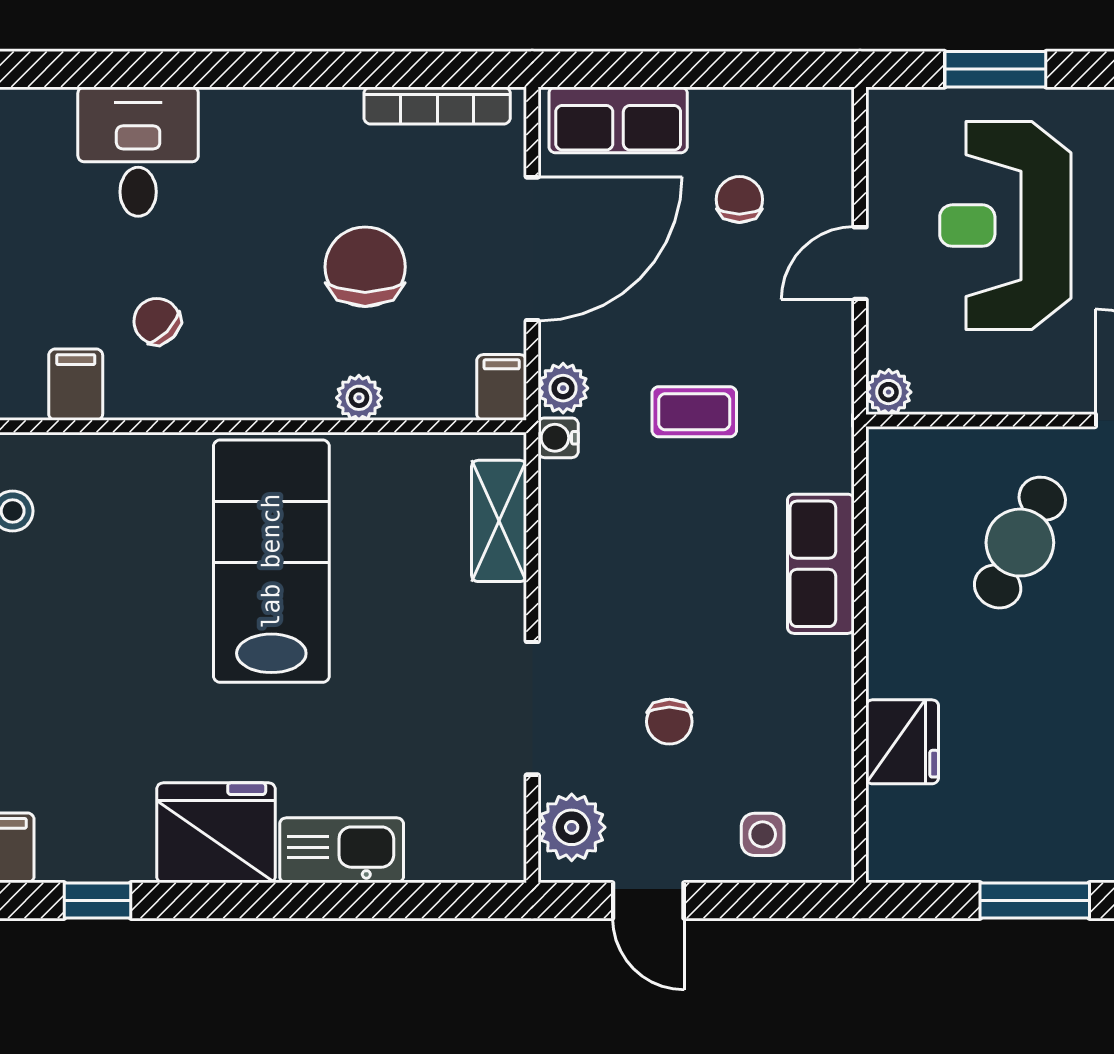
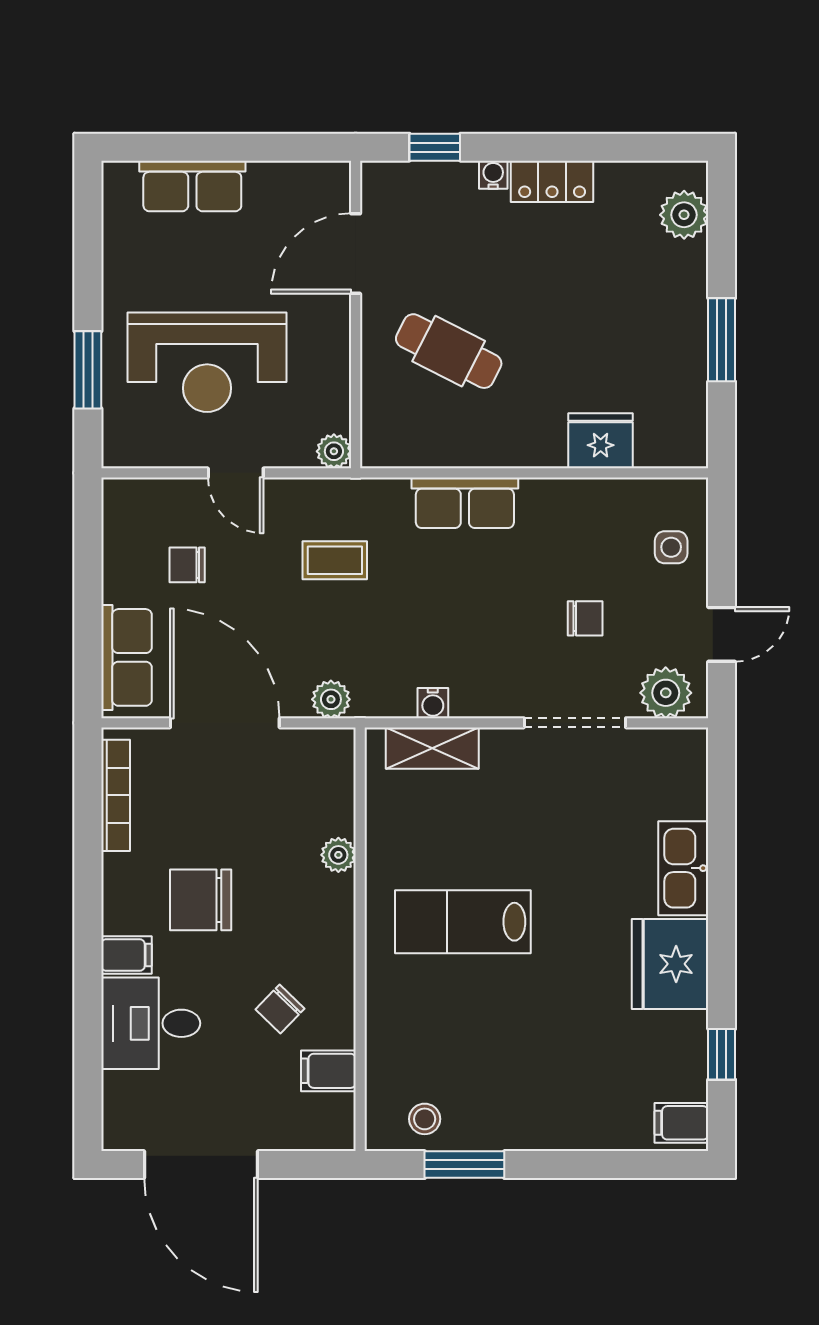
chair: (365, 267) -> (201, 900), moved
filing cabinet: (502, 387) -> (126, 955), moved, turned 180
coffee table: (694, 412) -> (335, 560), moved, turned 90
water cooler: (558, 438) -> (433, 703), moved
lab bench: (271, 561) -> (463, 922), width x0.73, depth x0.72

